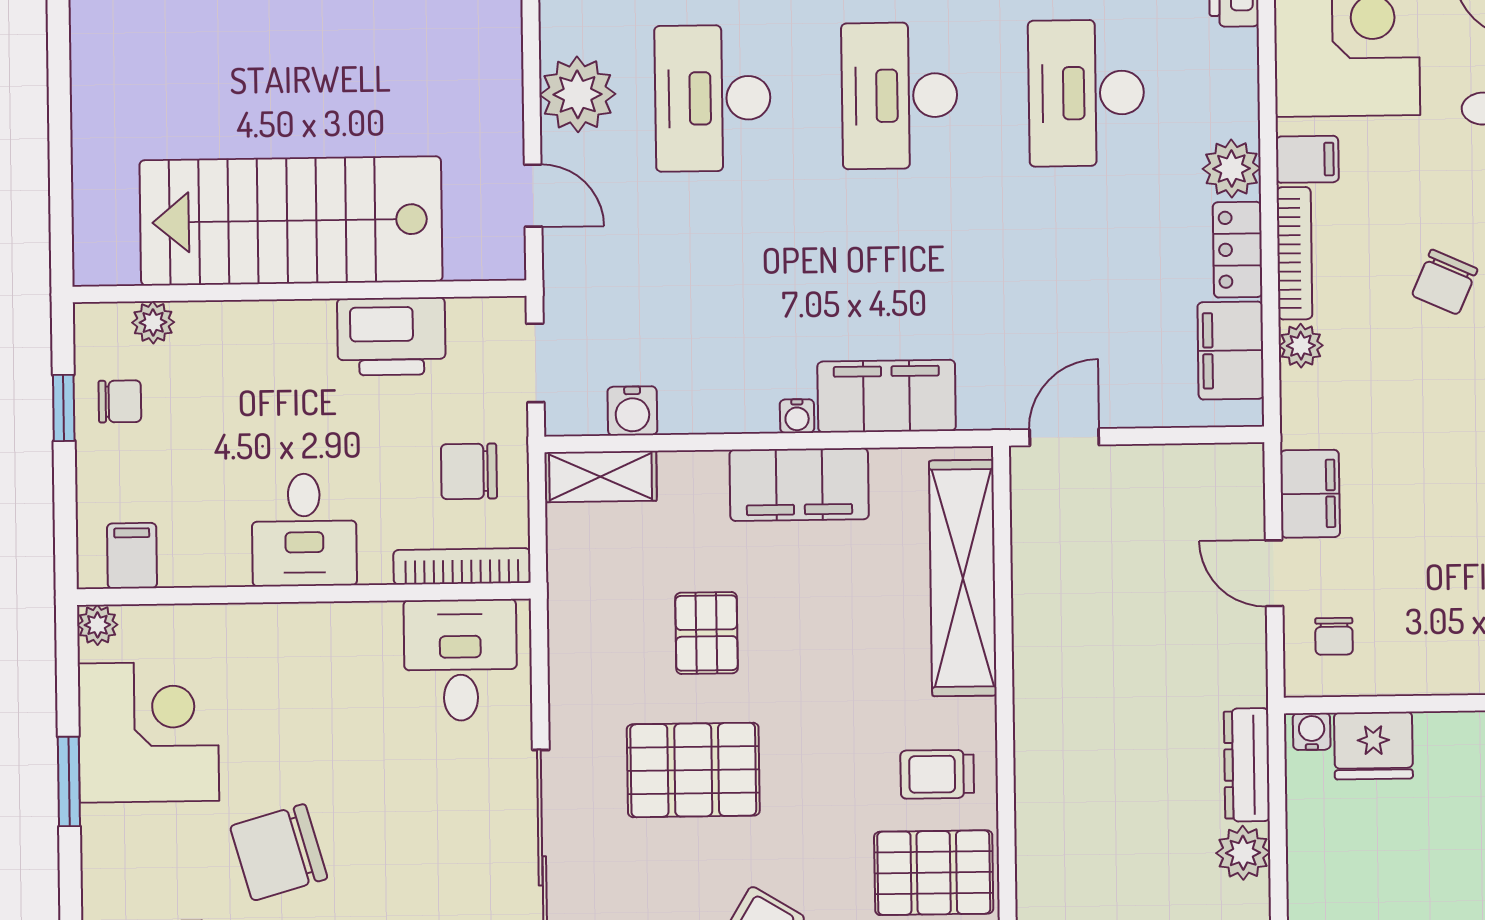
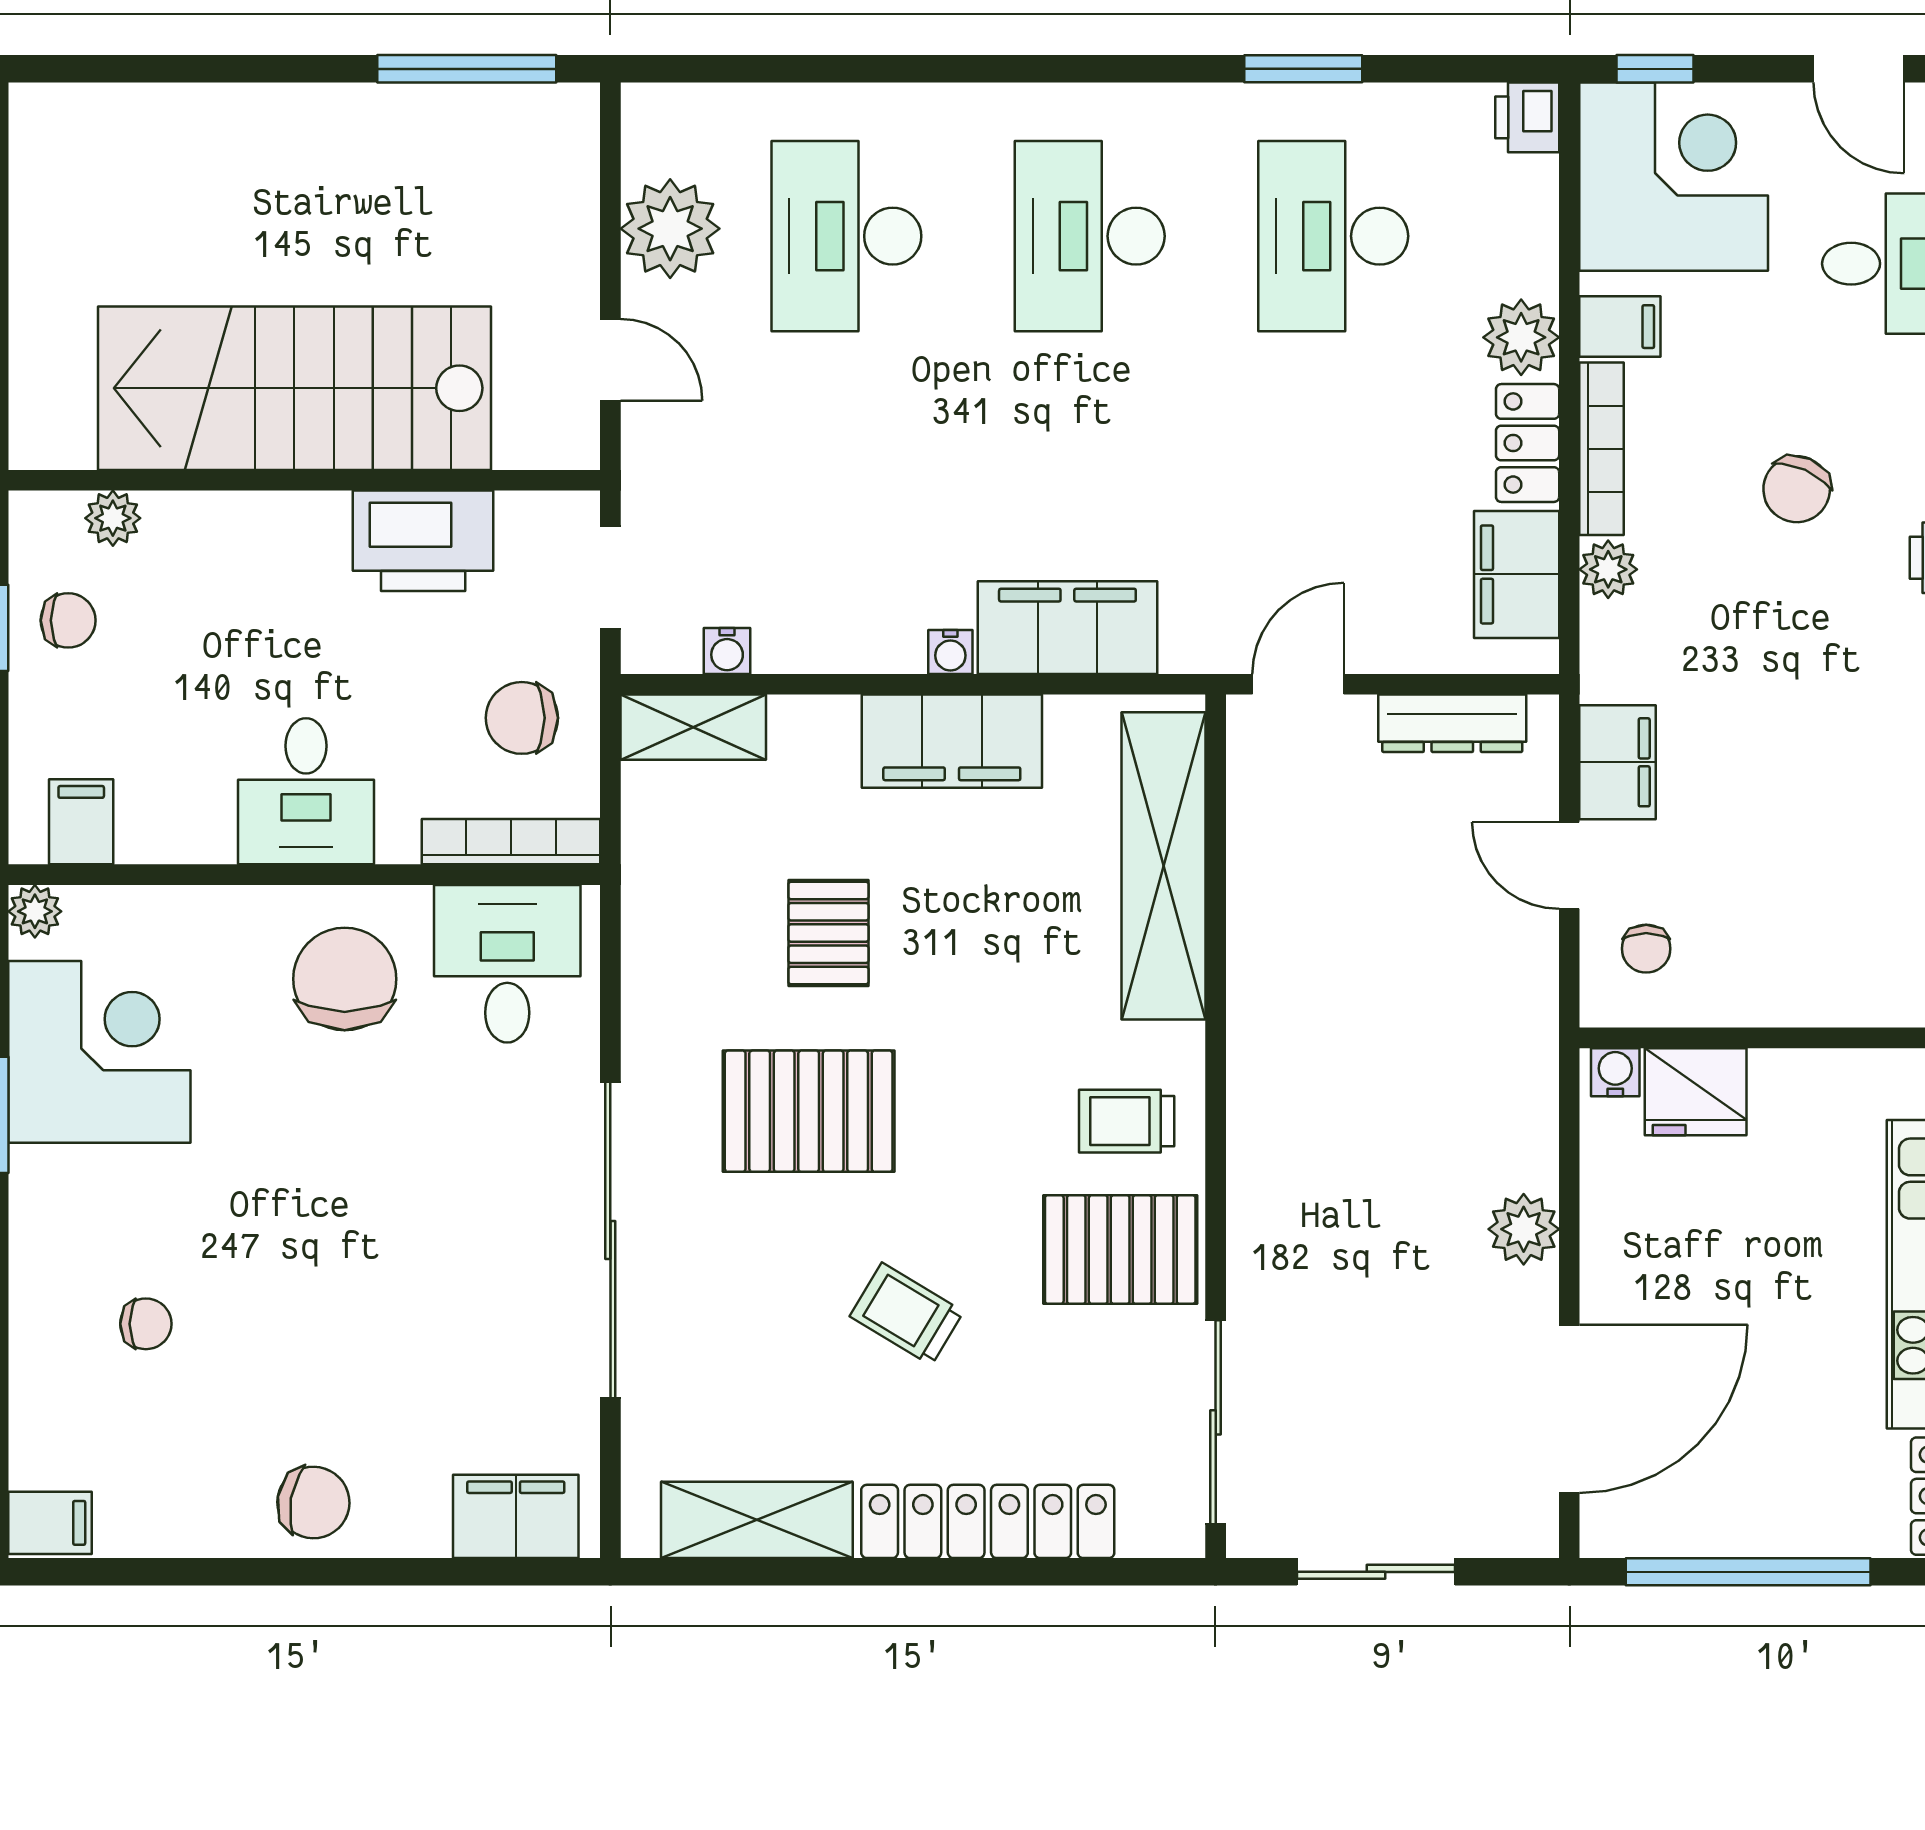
water cooler: (632, 411) -> (727, 651), width x0.72, depth x0.72
dresser: (1247, 765) -> (1452, 723), moved, turned -90
chair: (279, 852) -> (345, 979), moved, turned 106

